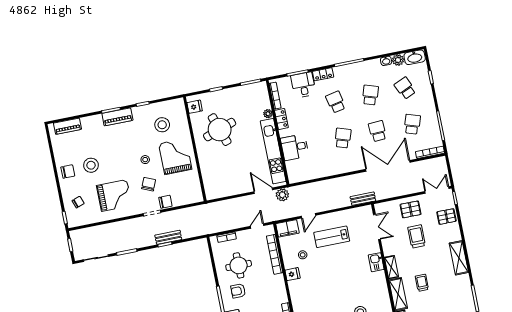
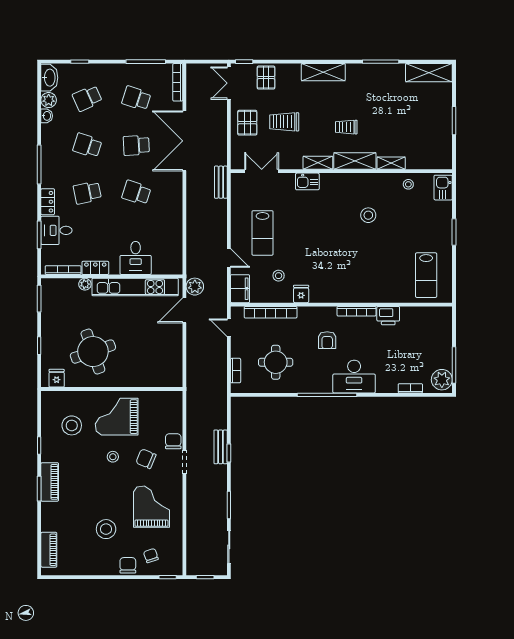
chair: (68, 171) -> (128, 565), moved
armchair: (238, 291) -> (327, 340), moved

